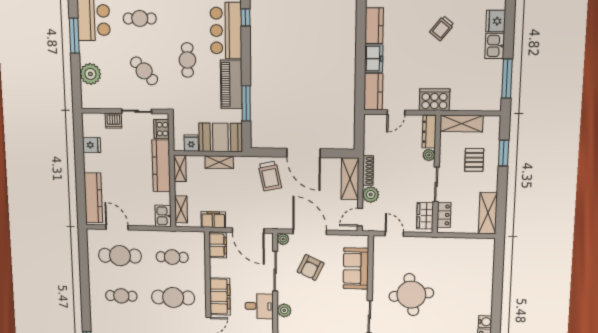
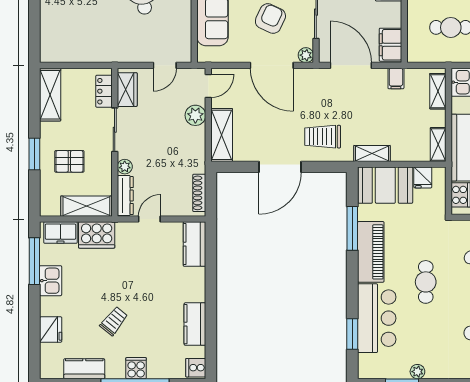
window: (245, 17) -> (352, 334), width x1.50
kitchen sink: (495, 46) -> (51, 281), moved
freezer: (374, 59) -> (61, 233), moved, turned -90
cooker: (434, 100) -> (97, 235), moved
door: (396, 112) -> (149, 219), moved
door: (304, 153) -> (280, 167), swing flipped
window: (504, 153) -> (34, 154), moved
pallet: (474, 160) -> (69, 161), turned 90
shelving: (219, 162) -> (372, 153), moved
shoe rack: (368, 171) -> (199, 193), moved
trolley: (270, 176) -> (323, 137), turned -78
filing cabinet: (213, 220) -> (396, 78), width x0.50
door: (394, 234) -> (165, 65), hinge flipped

